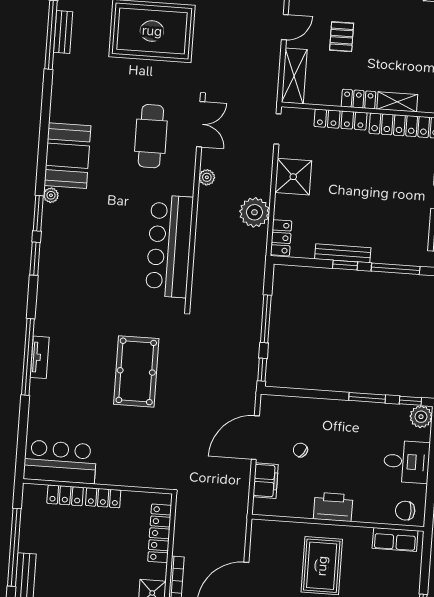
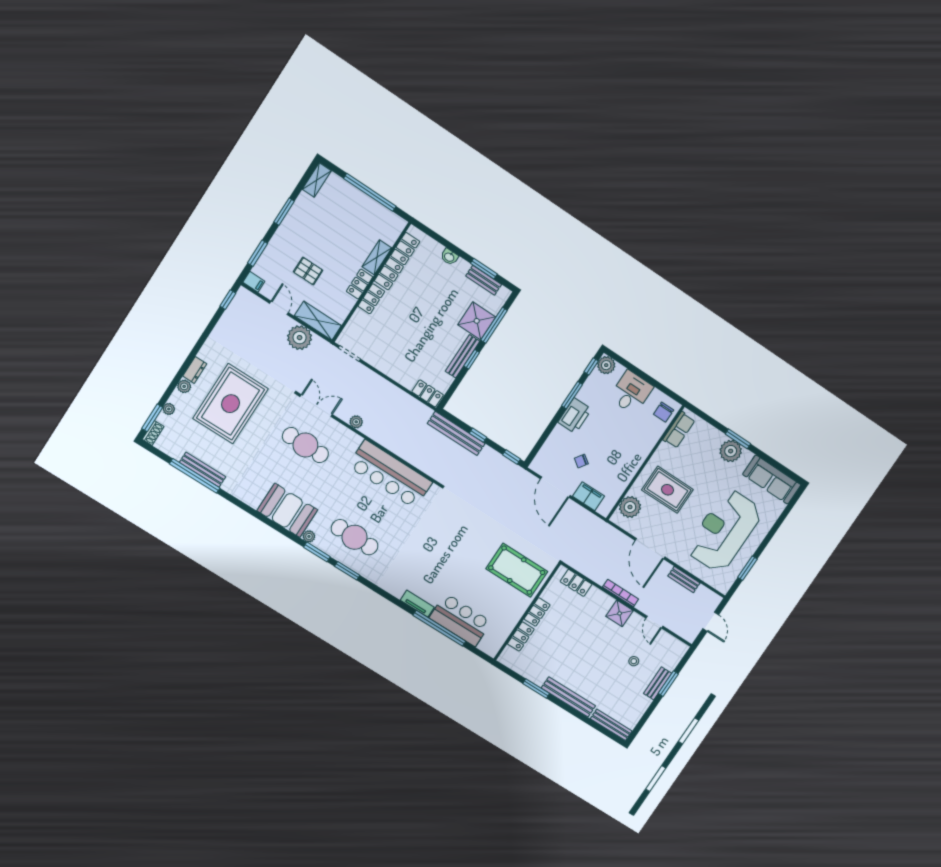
bench: (63, 32) -> (203, 470), width x1.36
locker: (340, 120) -> (371, 299), width x0.66
shower: (293, 177) -> (477, 321), moved
plant: (254, 212) -> (300, 338), moved
cafe table: (77, 246) -> (355, 537), added
bench: (254, 294) -> (456, 434), added
window: (266, 319) -> (478, 435), width x0.46
window: (28, 357) -> (439, 628), moved
pool table: (136, 371) -> (517, 570), moved
bar counter: (60, 462) -> (460, 620), moved, turned 90
printer: (333, 507) -> (575, 416), moved, turned 180
locker: (160, 533) -> (576, 583), width x0.66
plant: (279, 534) -> (630, 507), added
window: (14, 547) -> (536, 689), width x0.47

